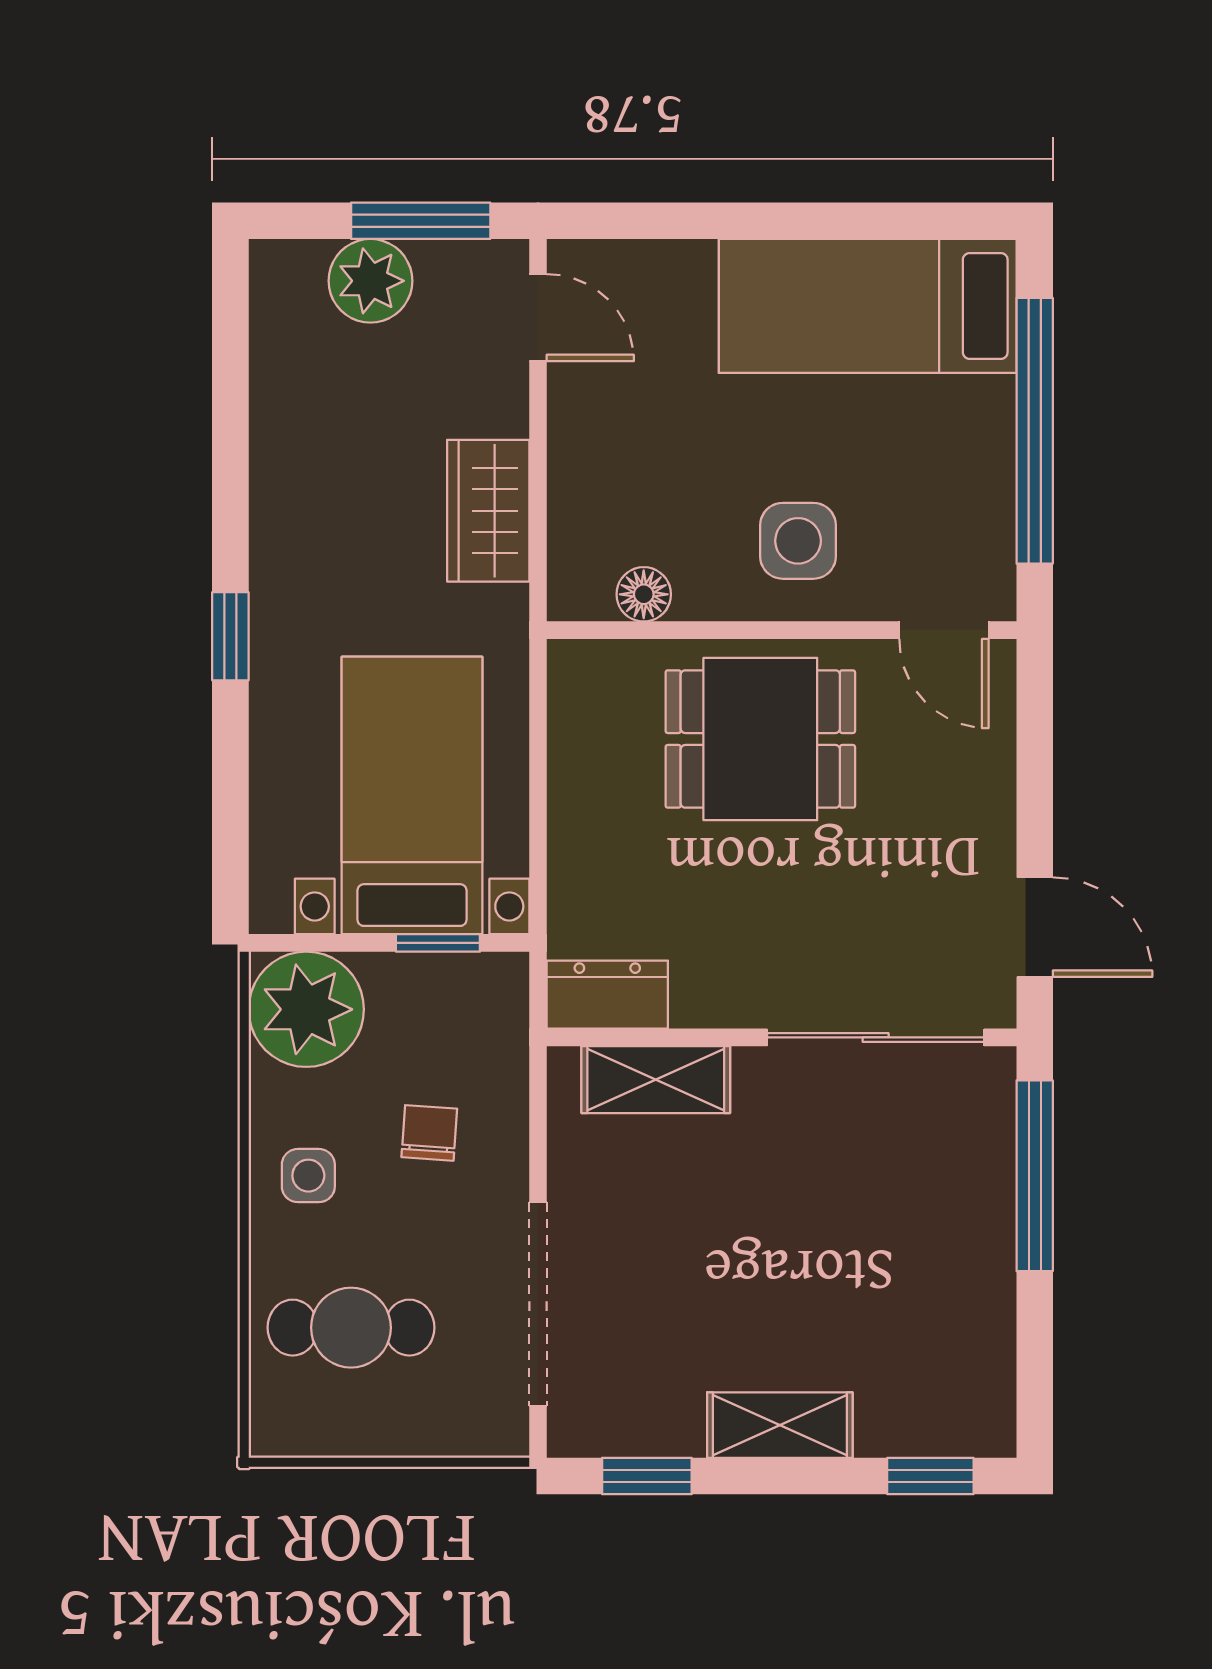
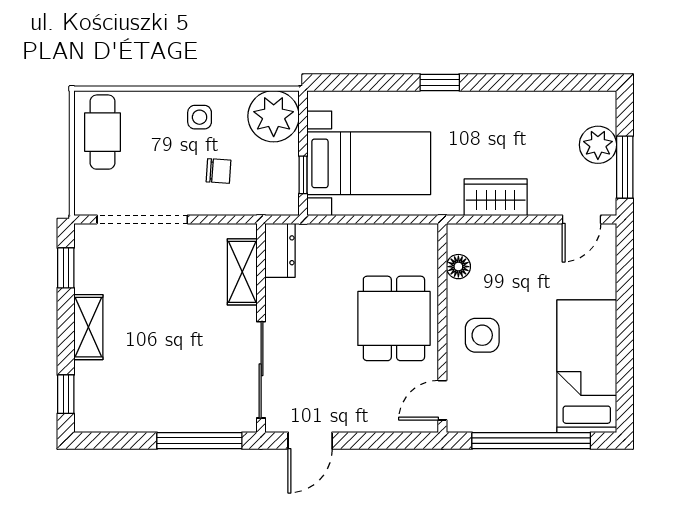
cafe table: (351, 1328) -> (103, 132), moved

